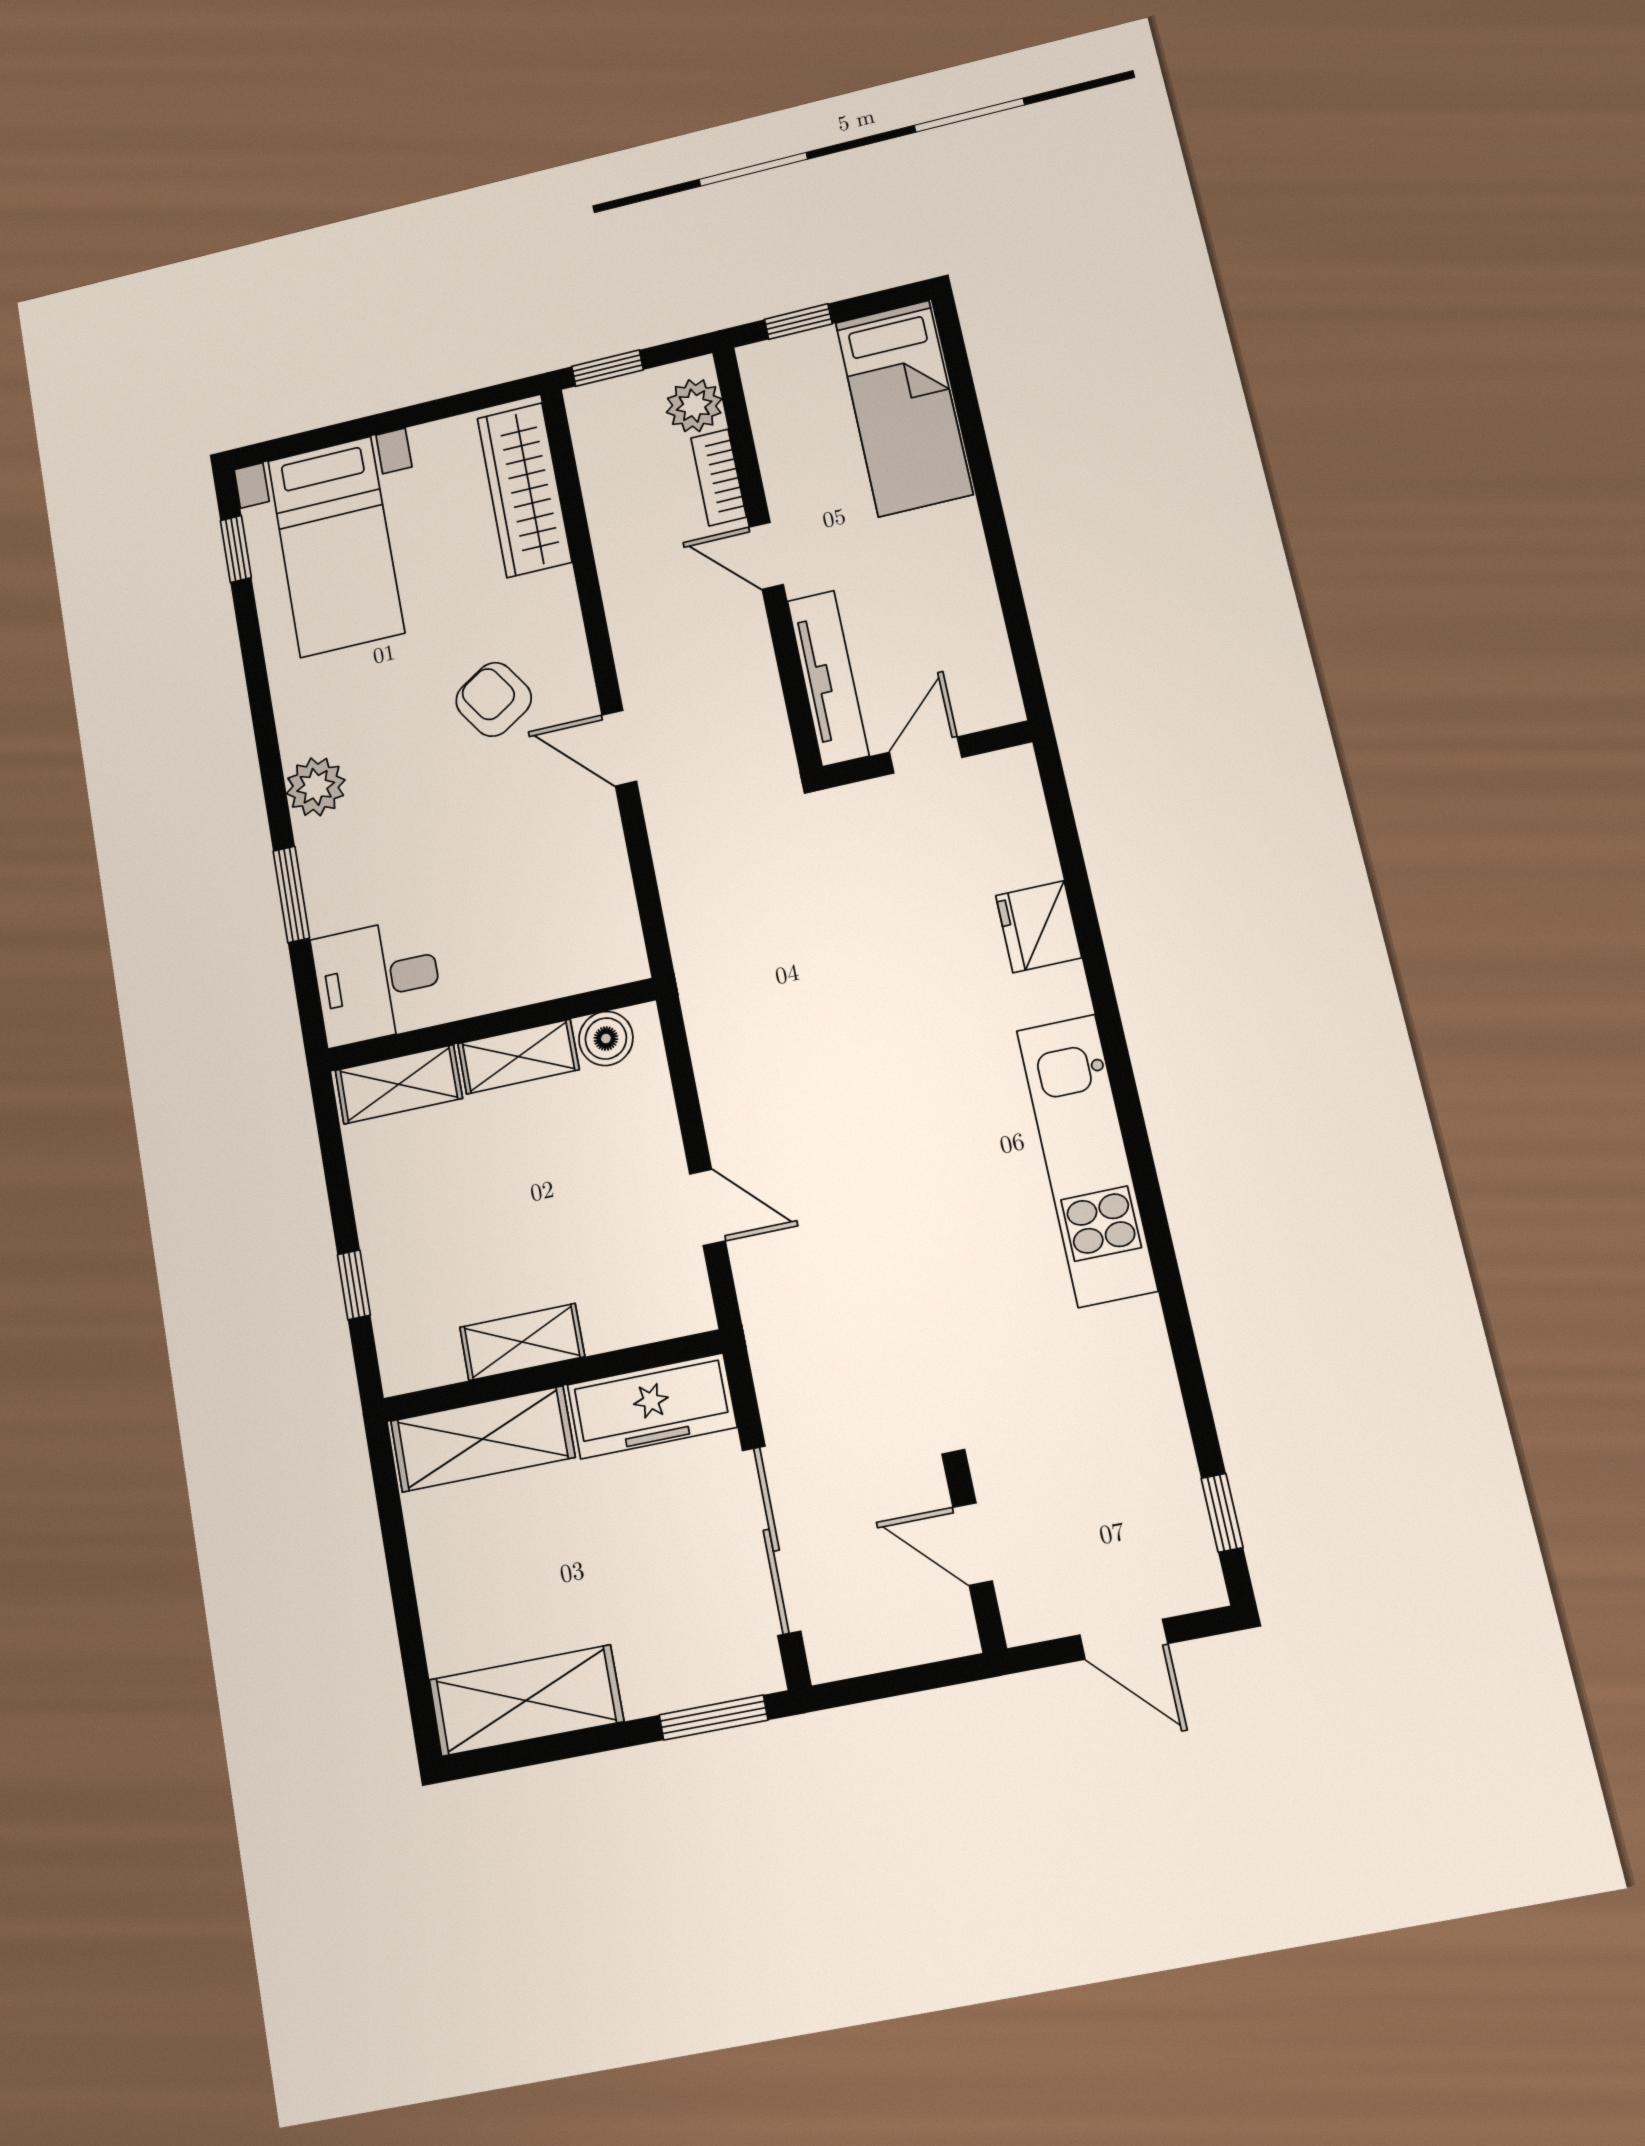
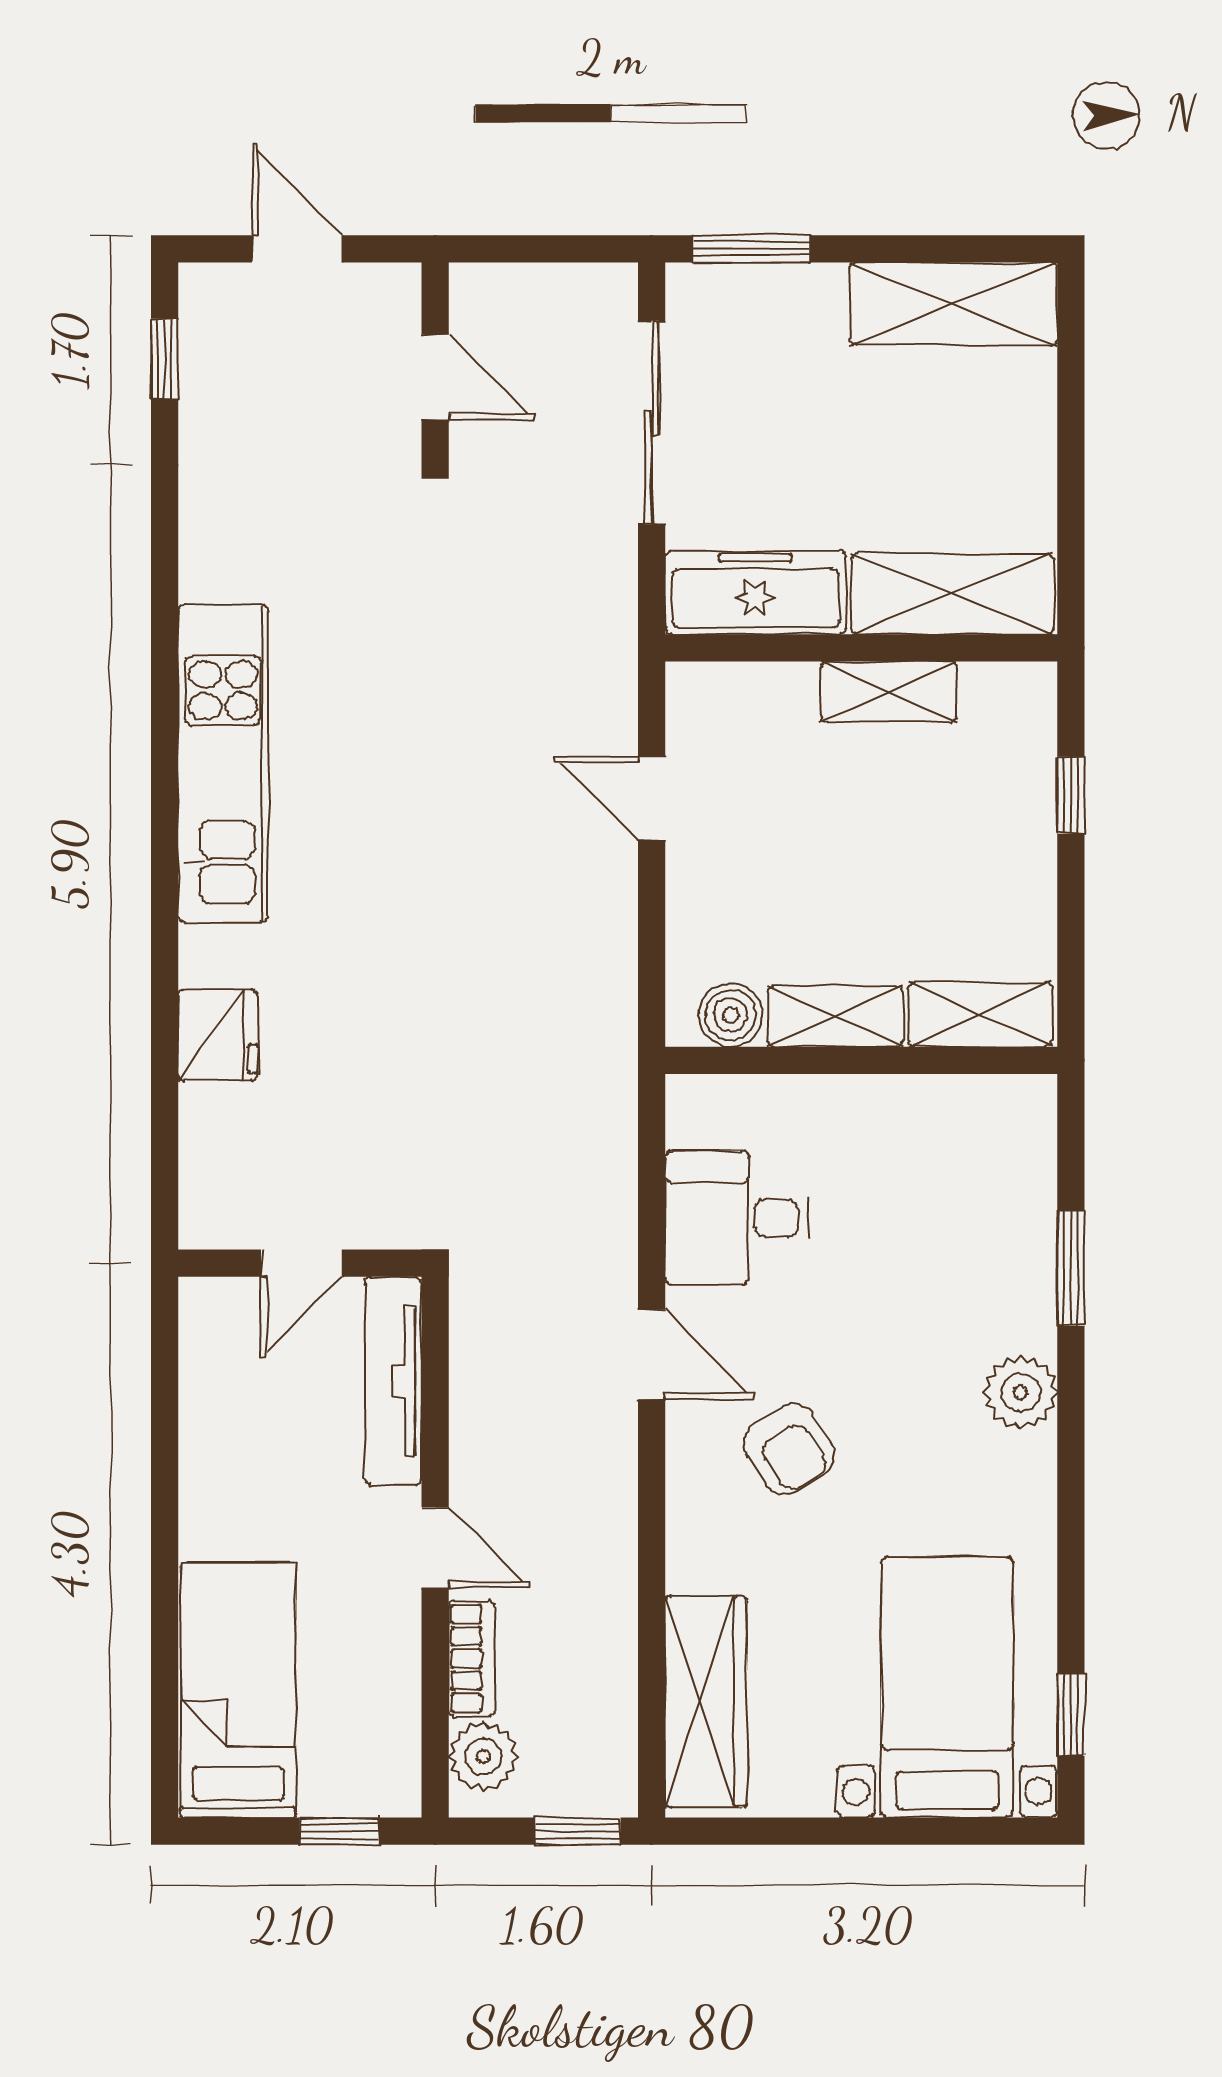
desk: (377, 981) -> (737, 1218), moved, turned 180

